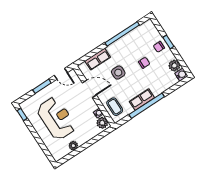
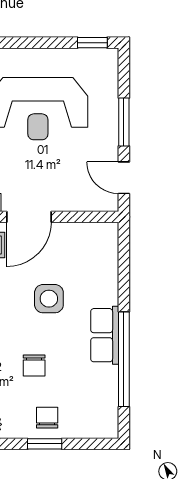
row of seats: (98, 59) -> (105, 335), moved
door: (61, 74) -> (124, 178), hinge flipped
door: (89, 89) -> (29, 217), moved

